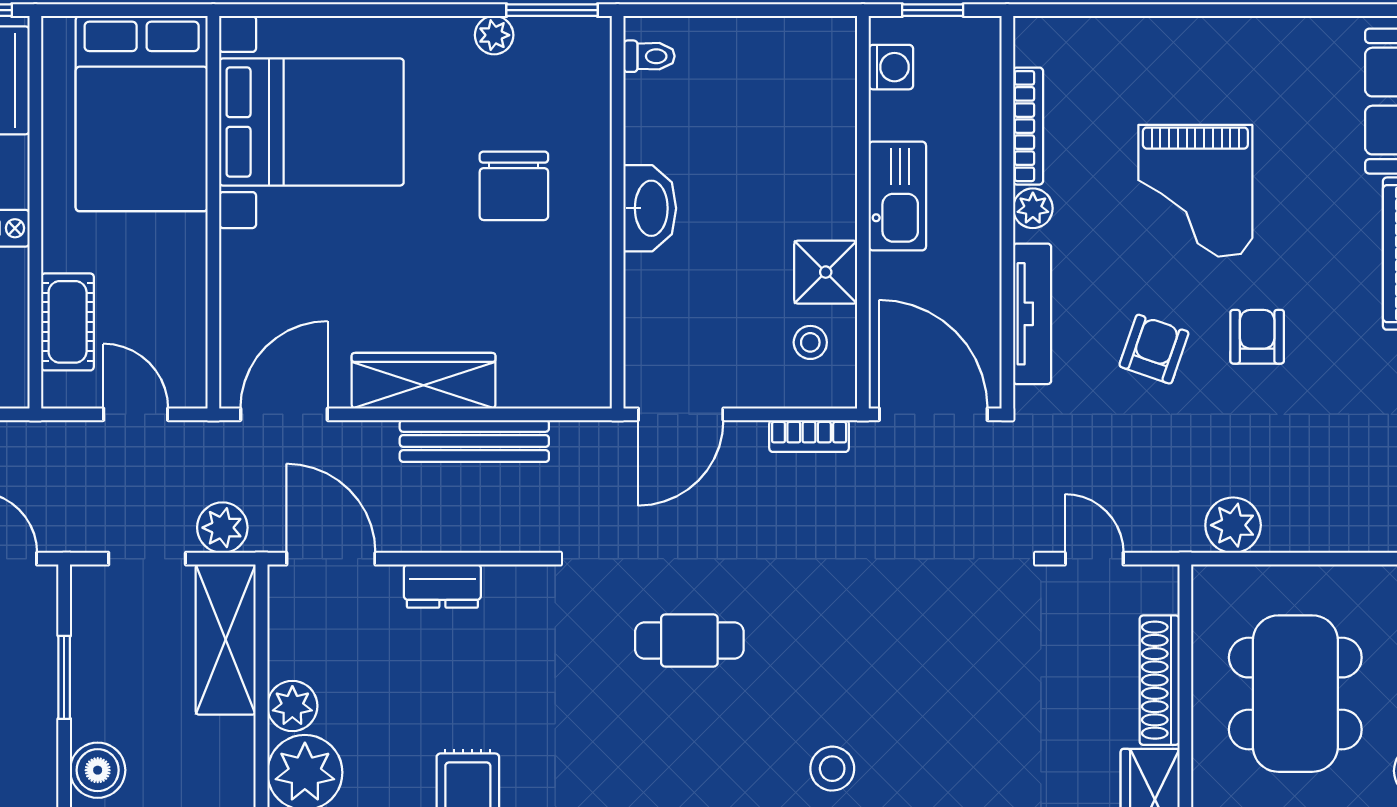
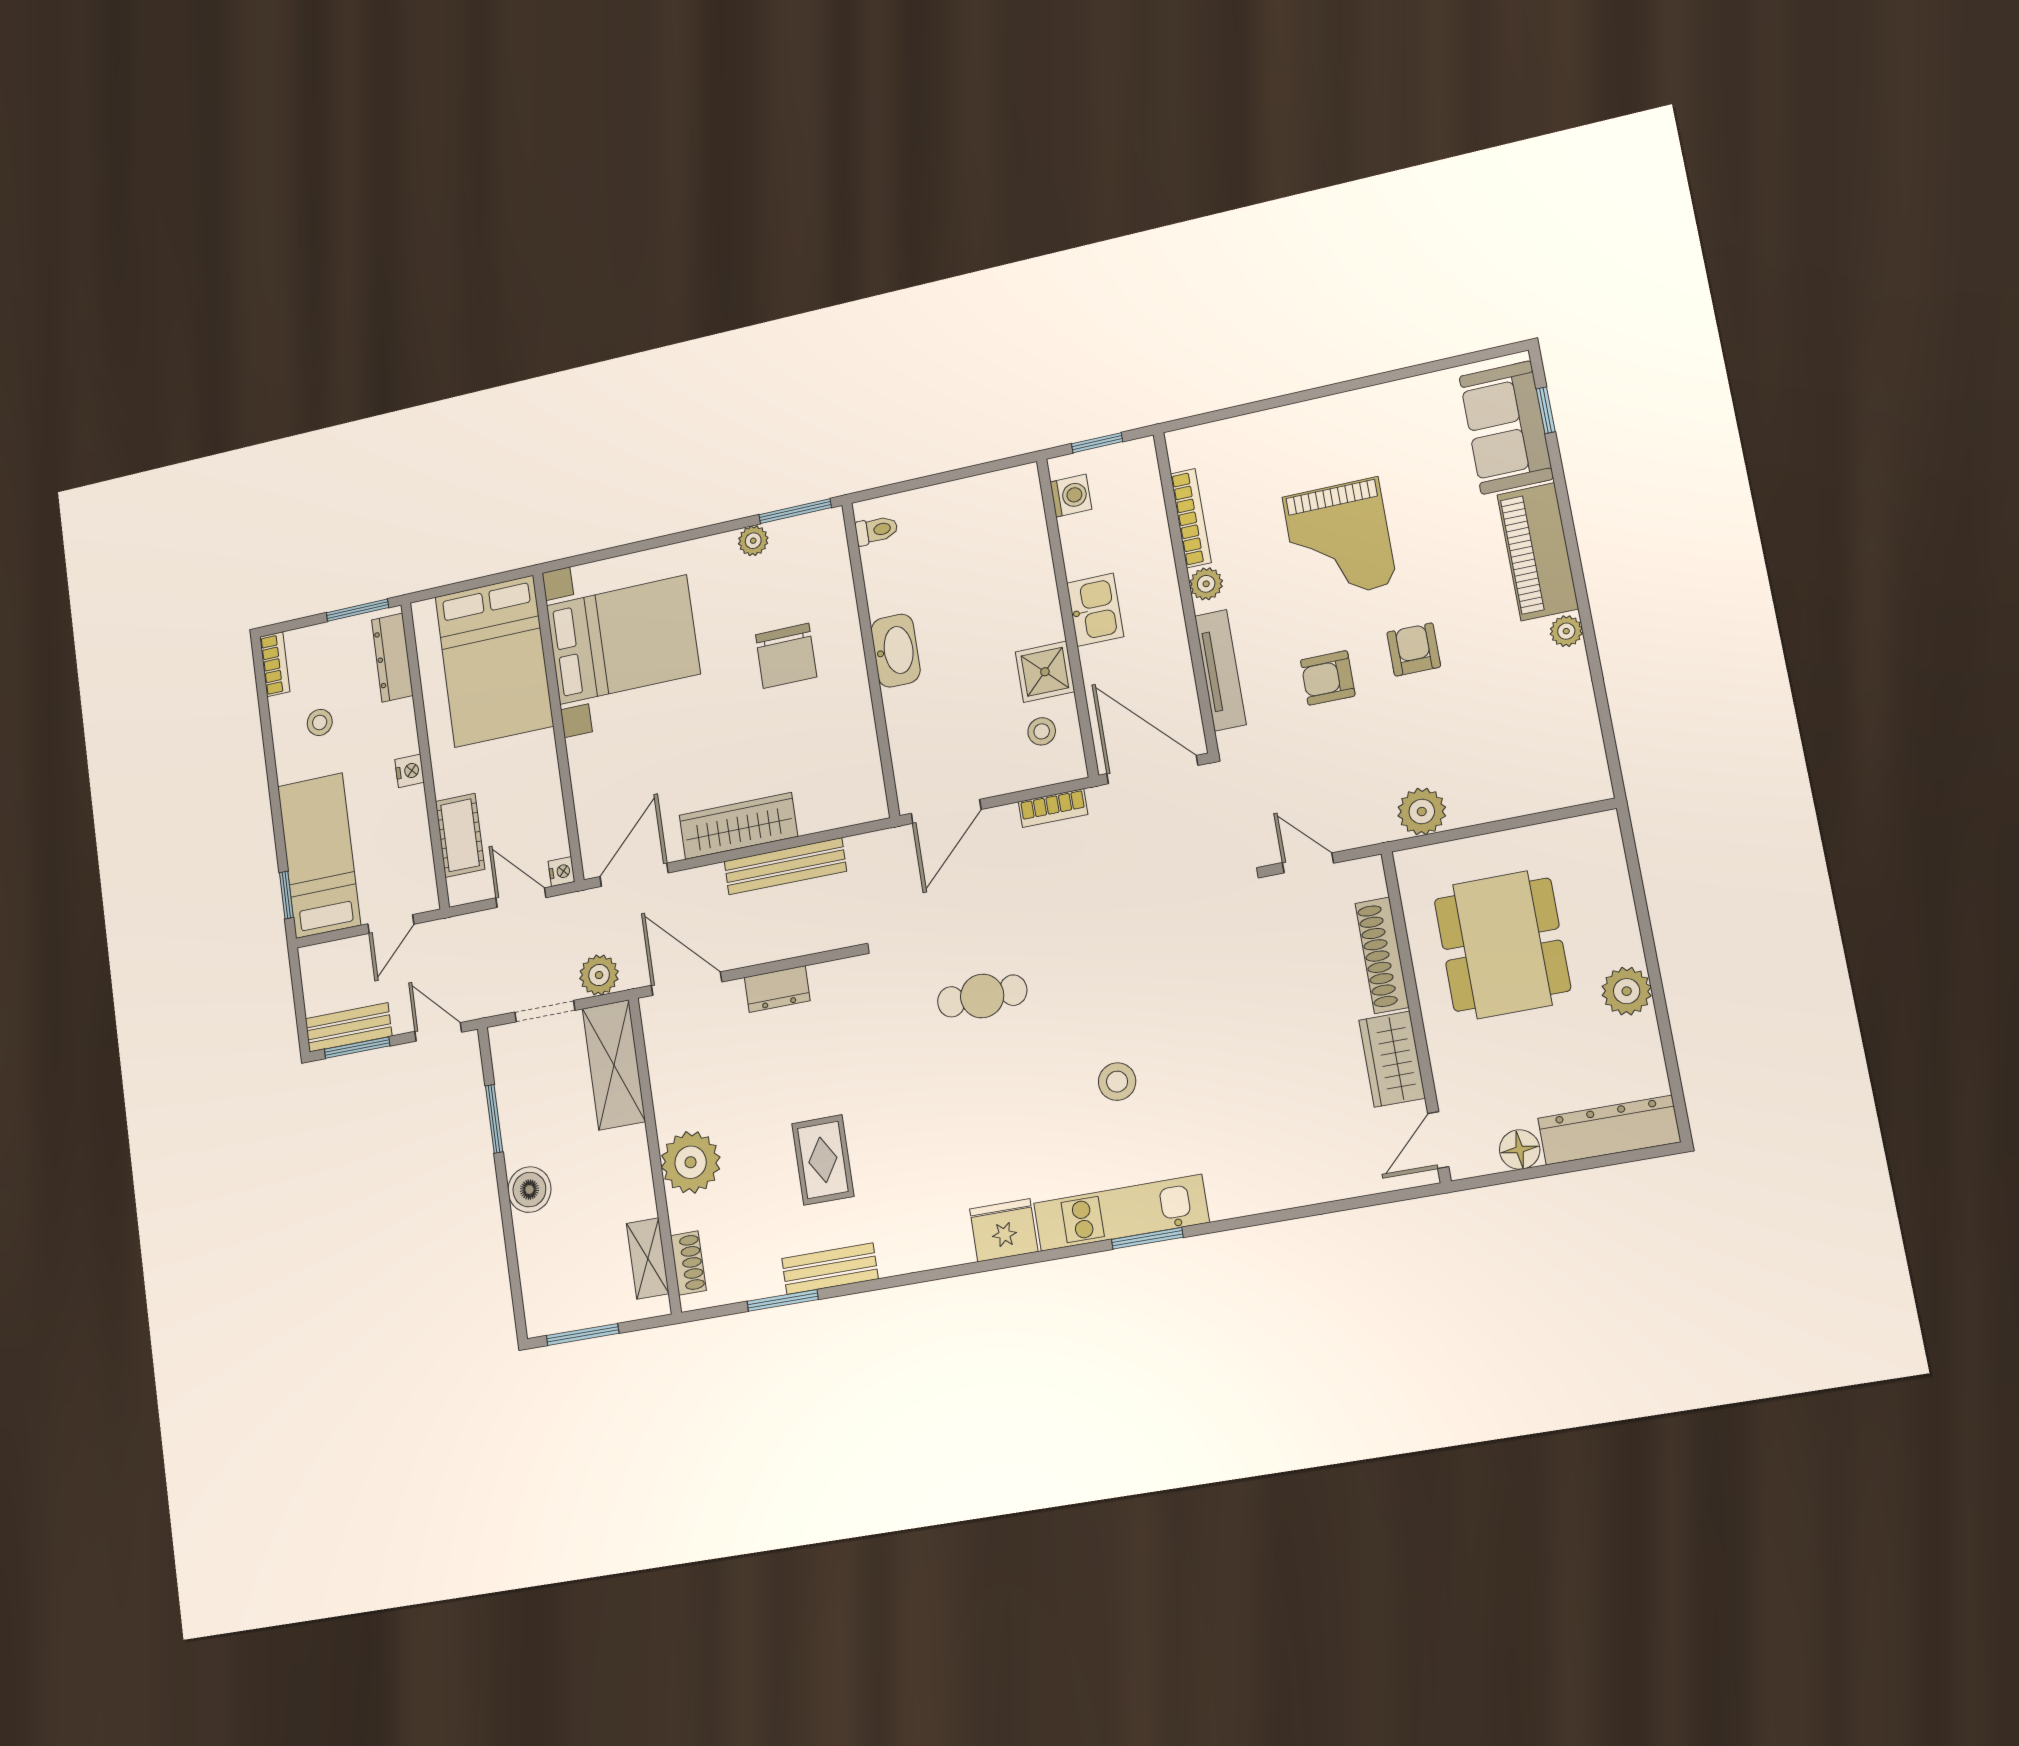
kitchen sink: (897, 196) -> (1095, 610), width x0.73
armchair: (1154, 349) -> (1328, 678), turned -109
nightstand: (192, 392) -> (562, 872), added
plant: (292, 706) -> (673, 1109), removed

